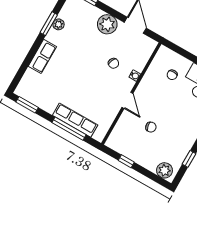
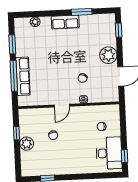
plant: (58, 24) -> (35, 22), moved
row of seats: (42, 56) -> (65, 22), moved
window: (27, 105) -> (12, 44), moved
plant: (164, 170) -> (27, 144), moved

